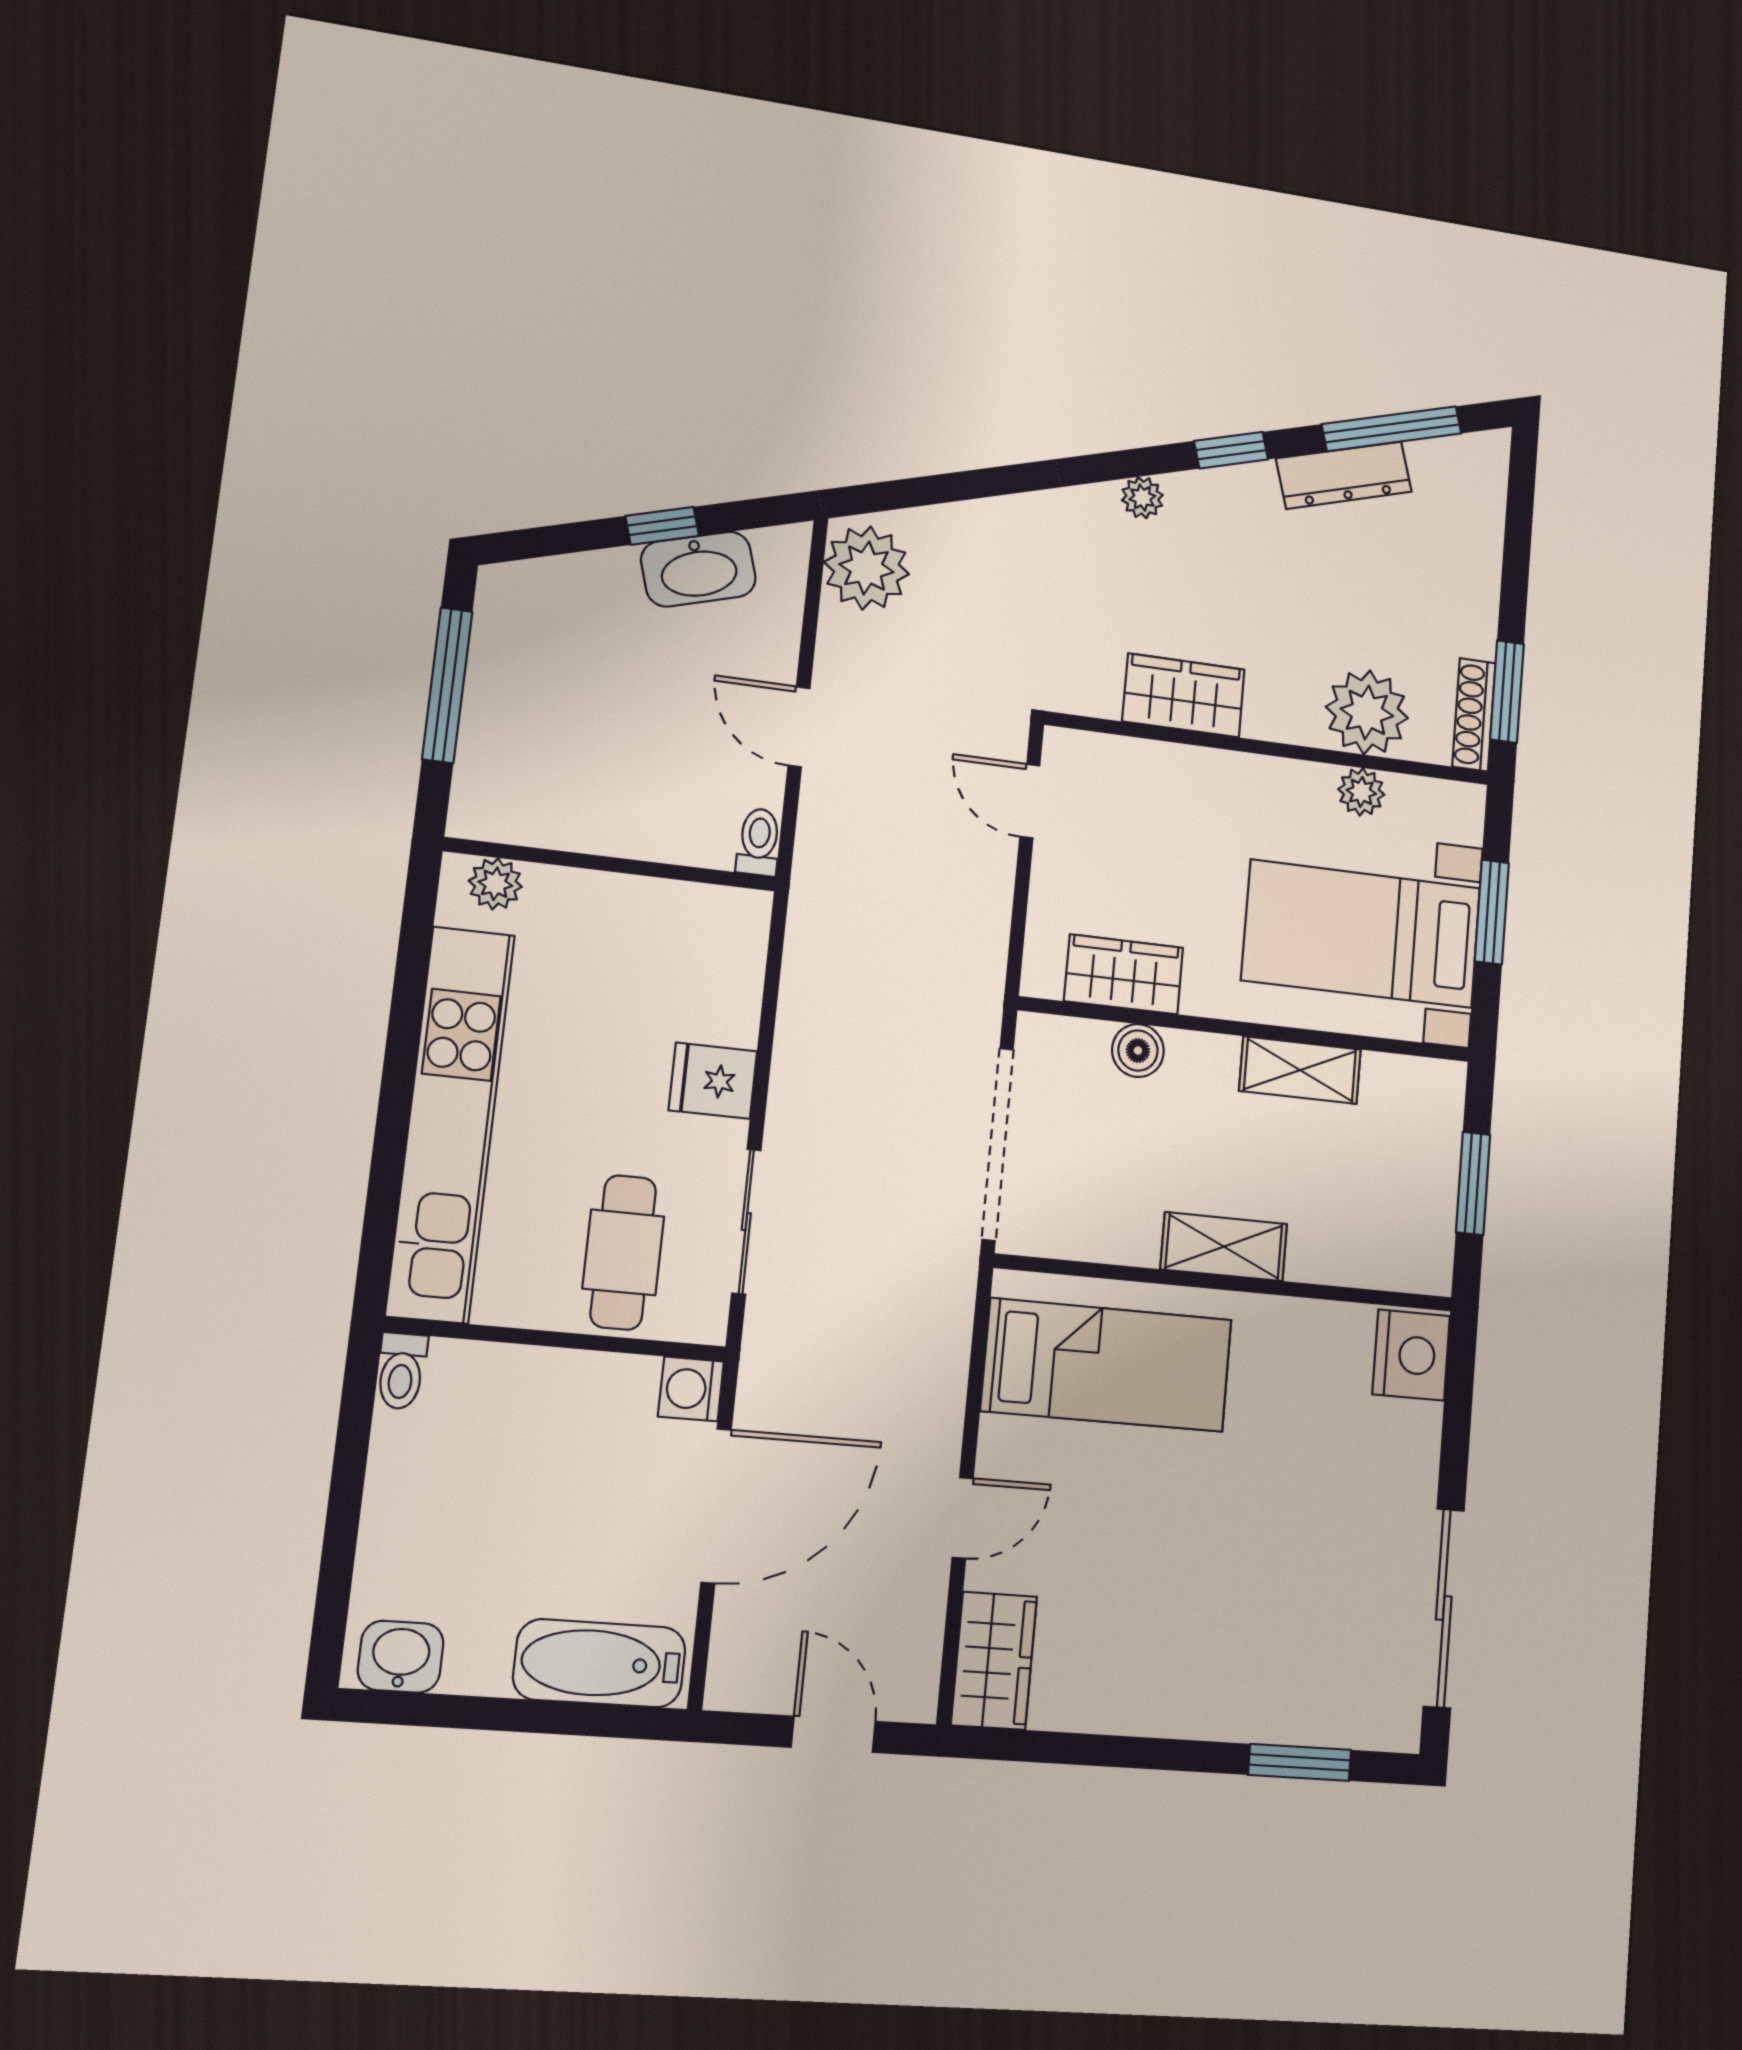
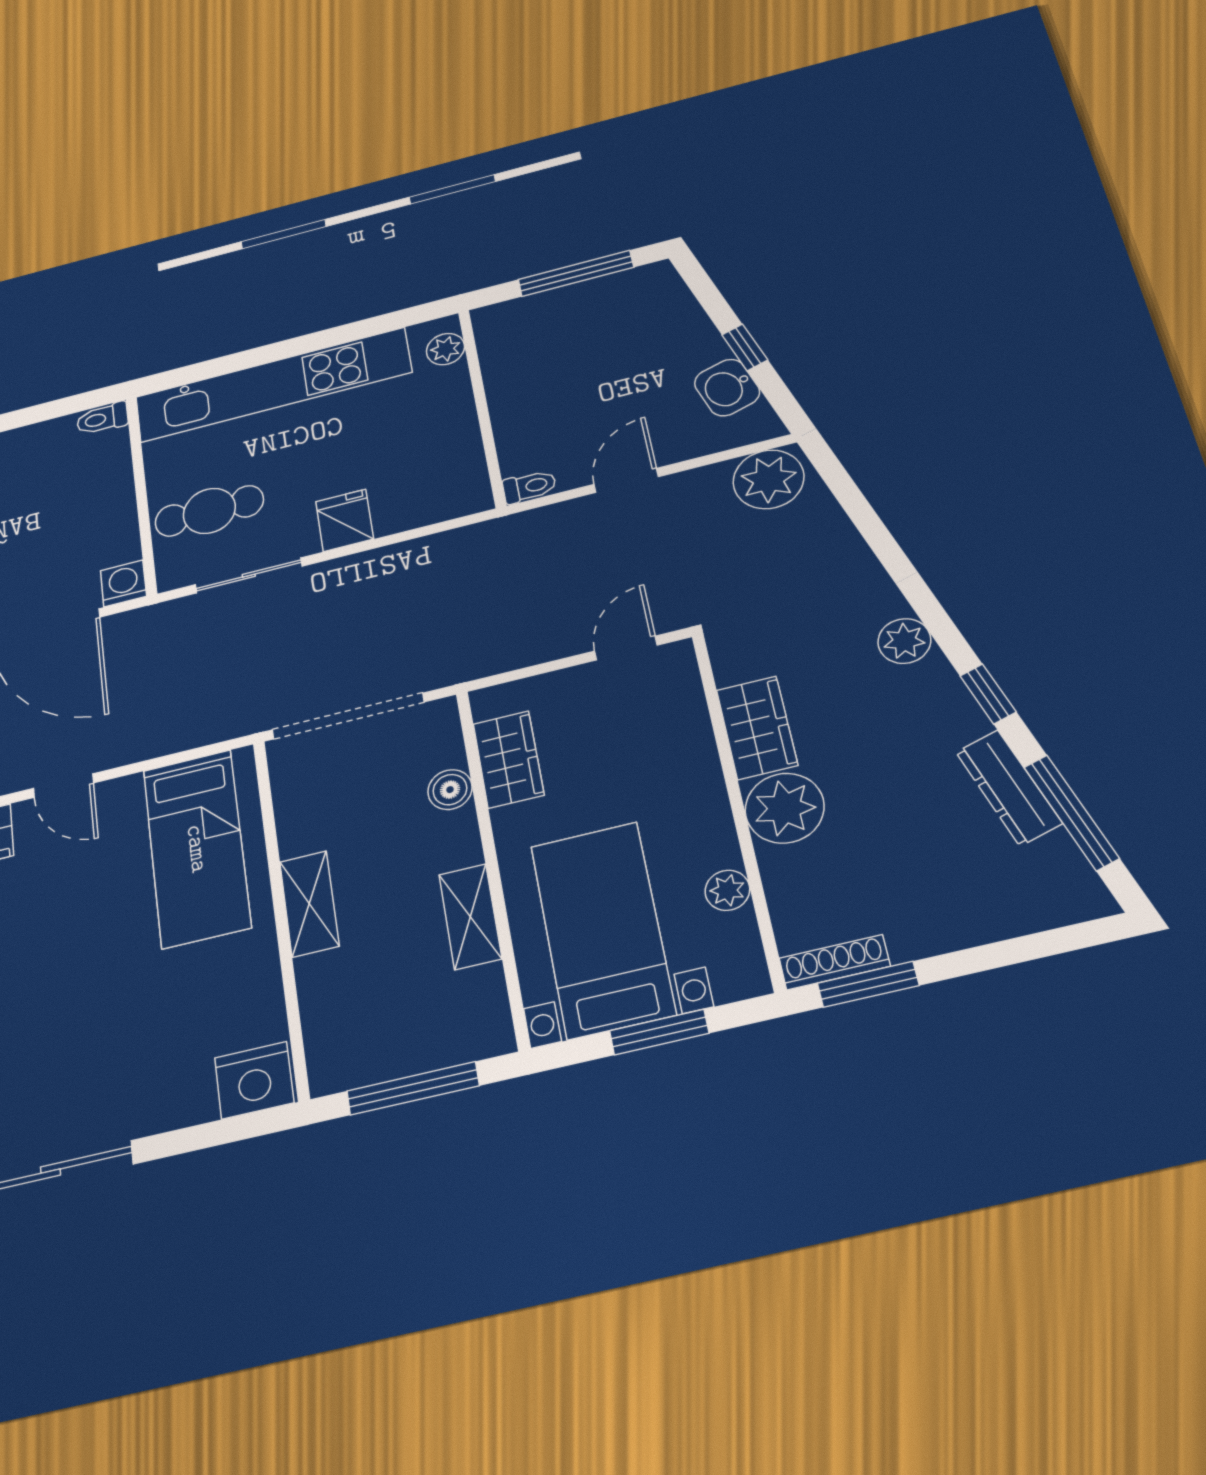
plant: (1142, 498) -> (904, 641), width x1.38, depth x1.38
washbasin: (698, 569) -> (727, 388), width x0.72
plant: (1367, 712) -> (785, 808), moved
window: (1473, 1183) -> (413, 1088), width x1.44

